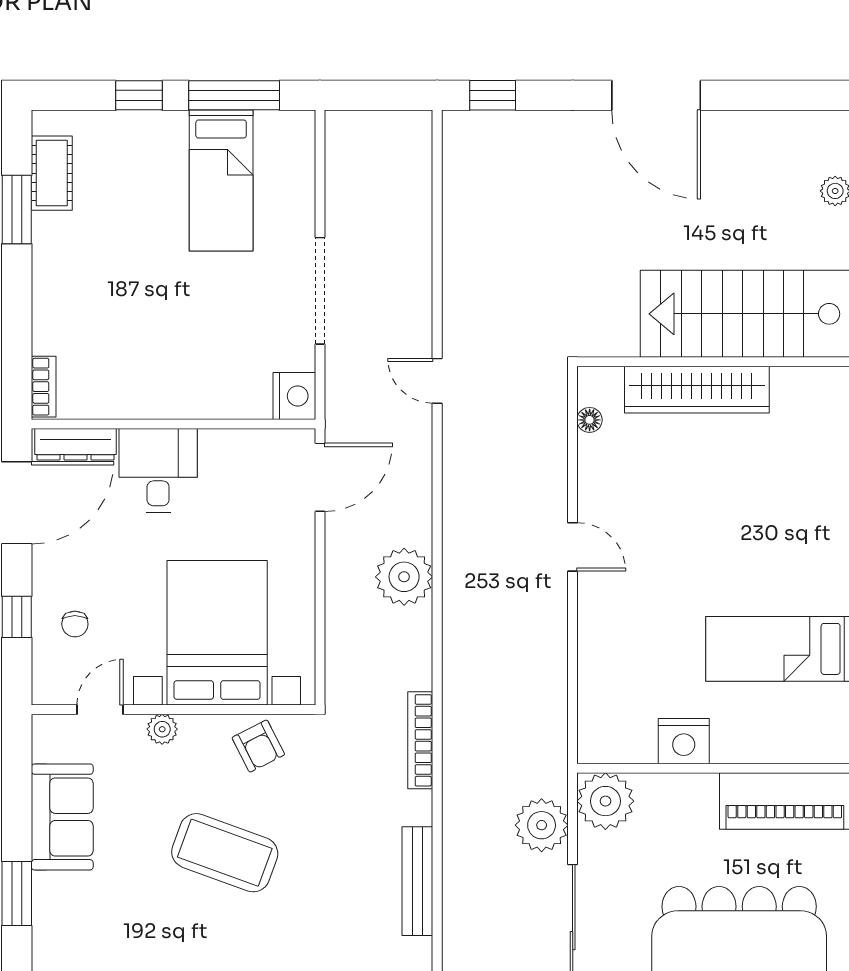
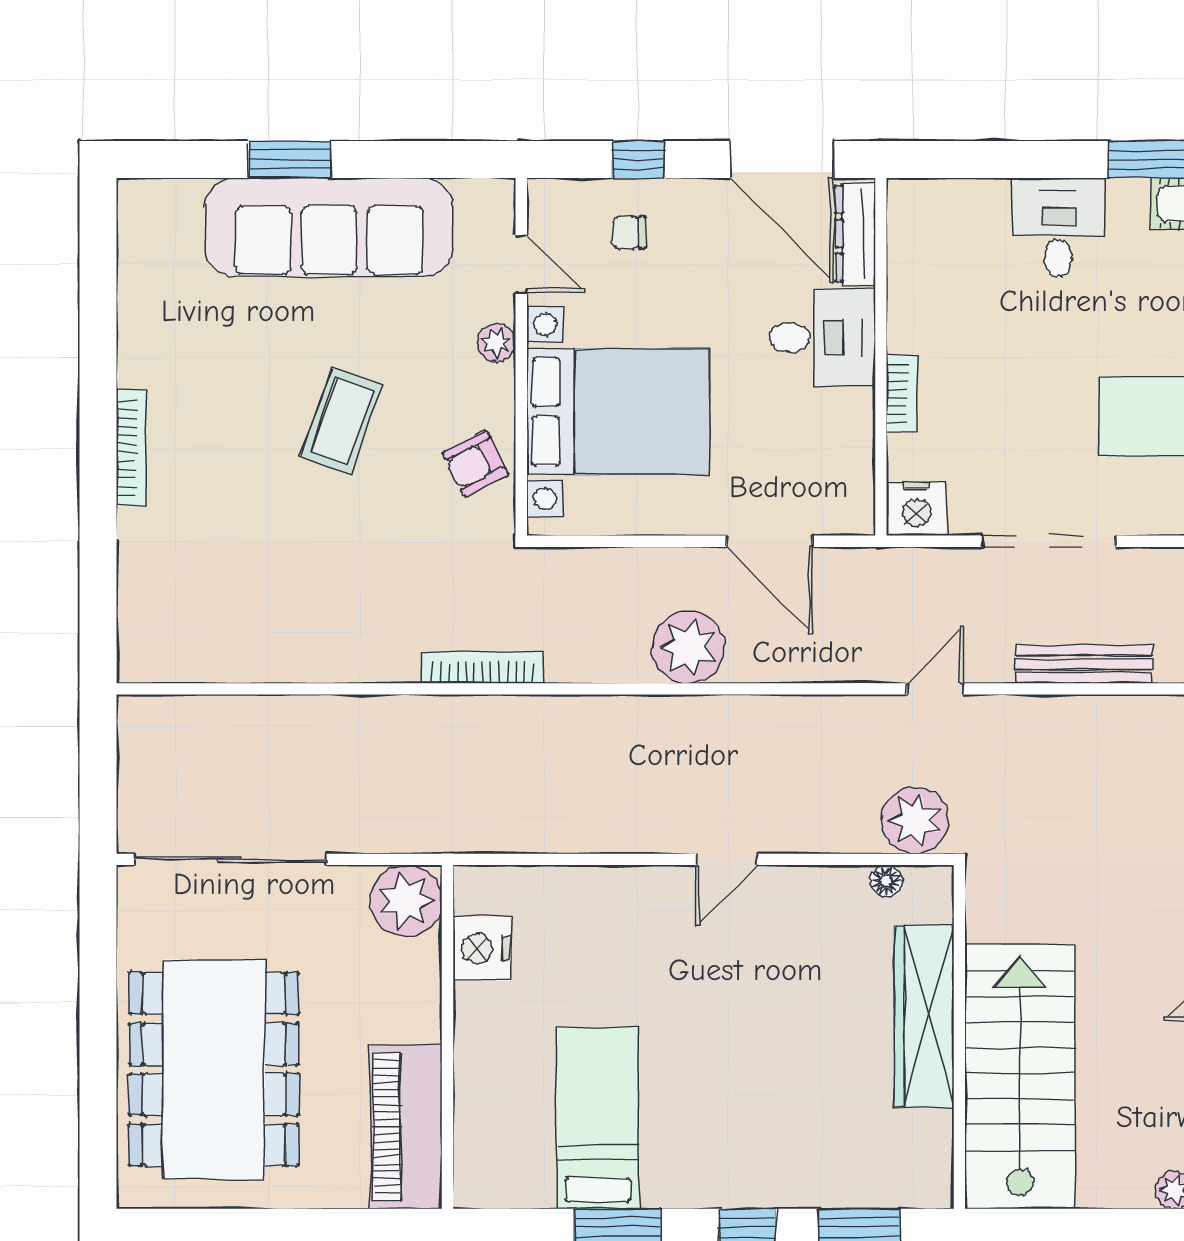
desk: (71, 283) -> (1058, 227), added
bookcase: (44, 387) -> (902, 393), moved, turned -90
door: (320, 477) -> (770, 541), moved
nightstand: (684, 741) -> (482, 949), moved
sofa: (62, 817) -> (329, 227), width x1.85, depth x1.27
plant: (542, 825) -> (915, 820), moved
coffee table: (225, 853) -> (341, 421), width x0.73, depth x0.76
bench: (417, 881) -> (1084, 664), moved

